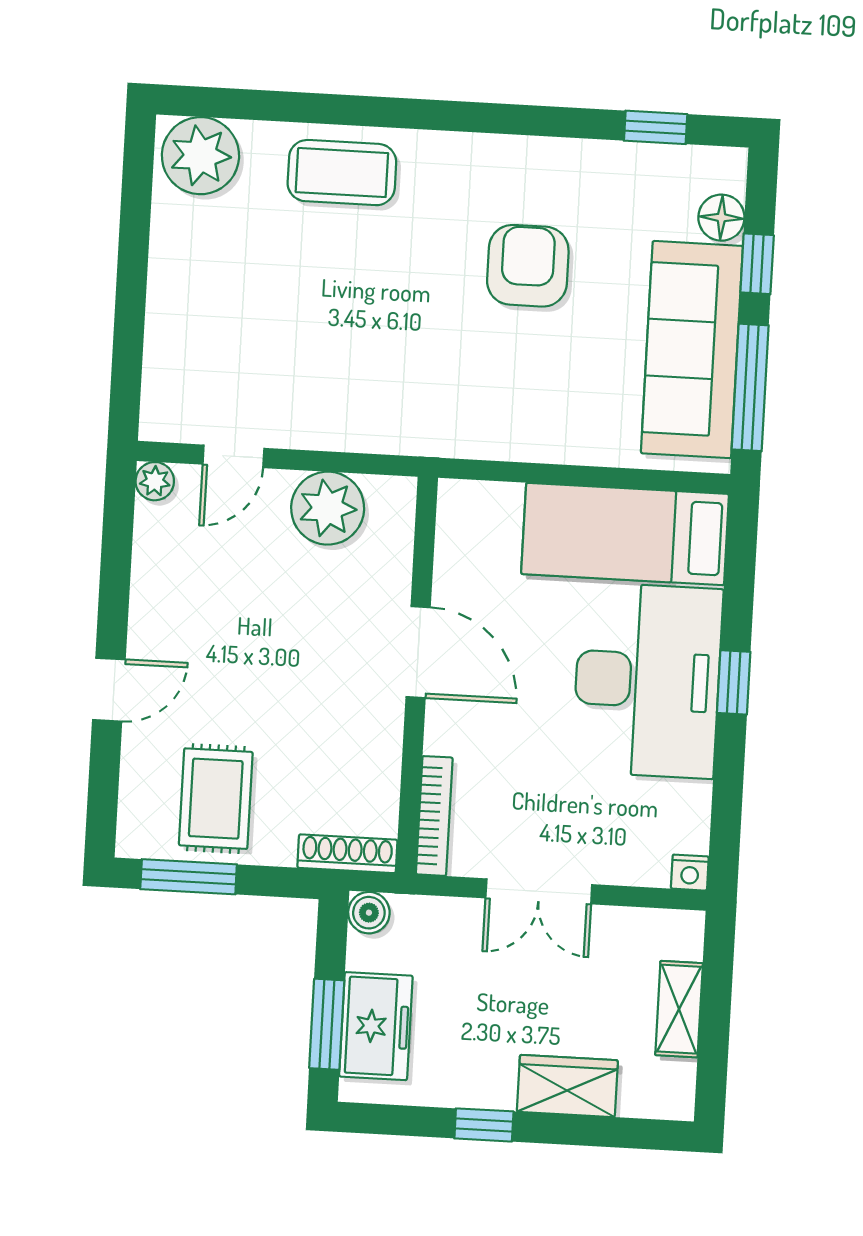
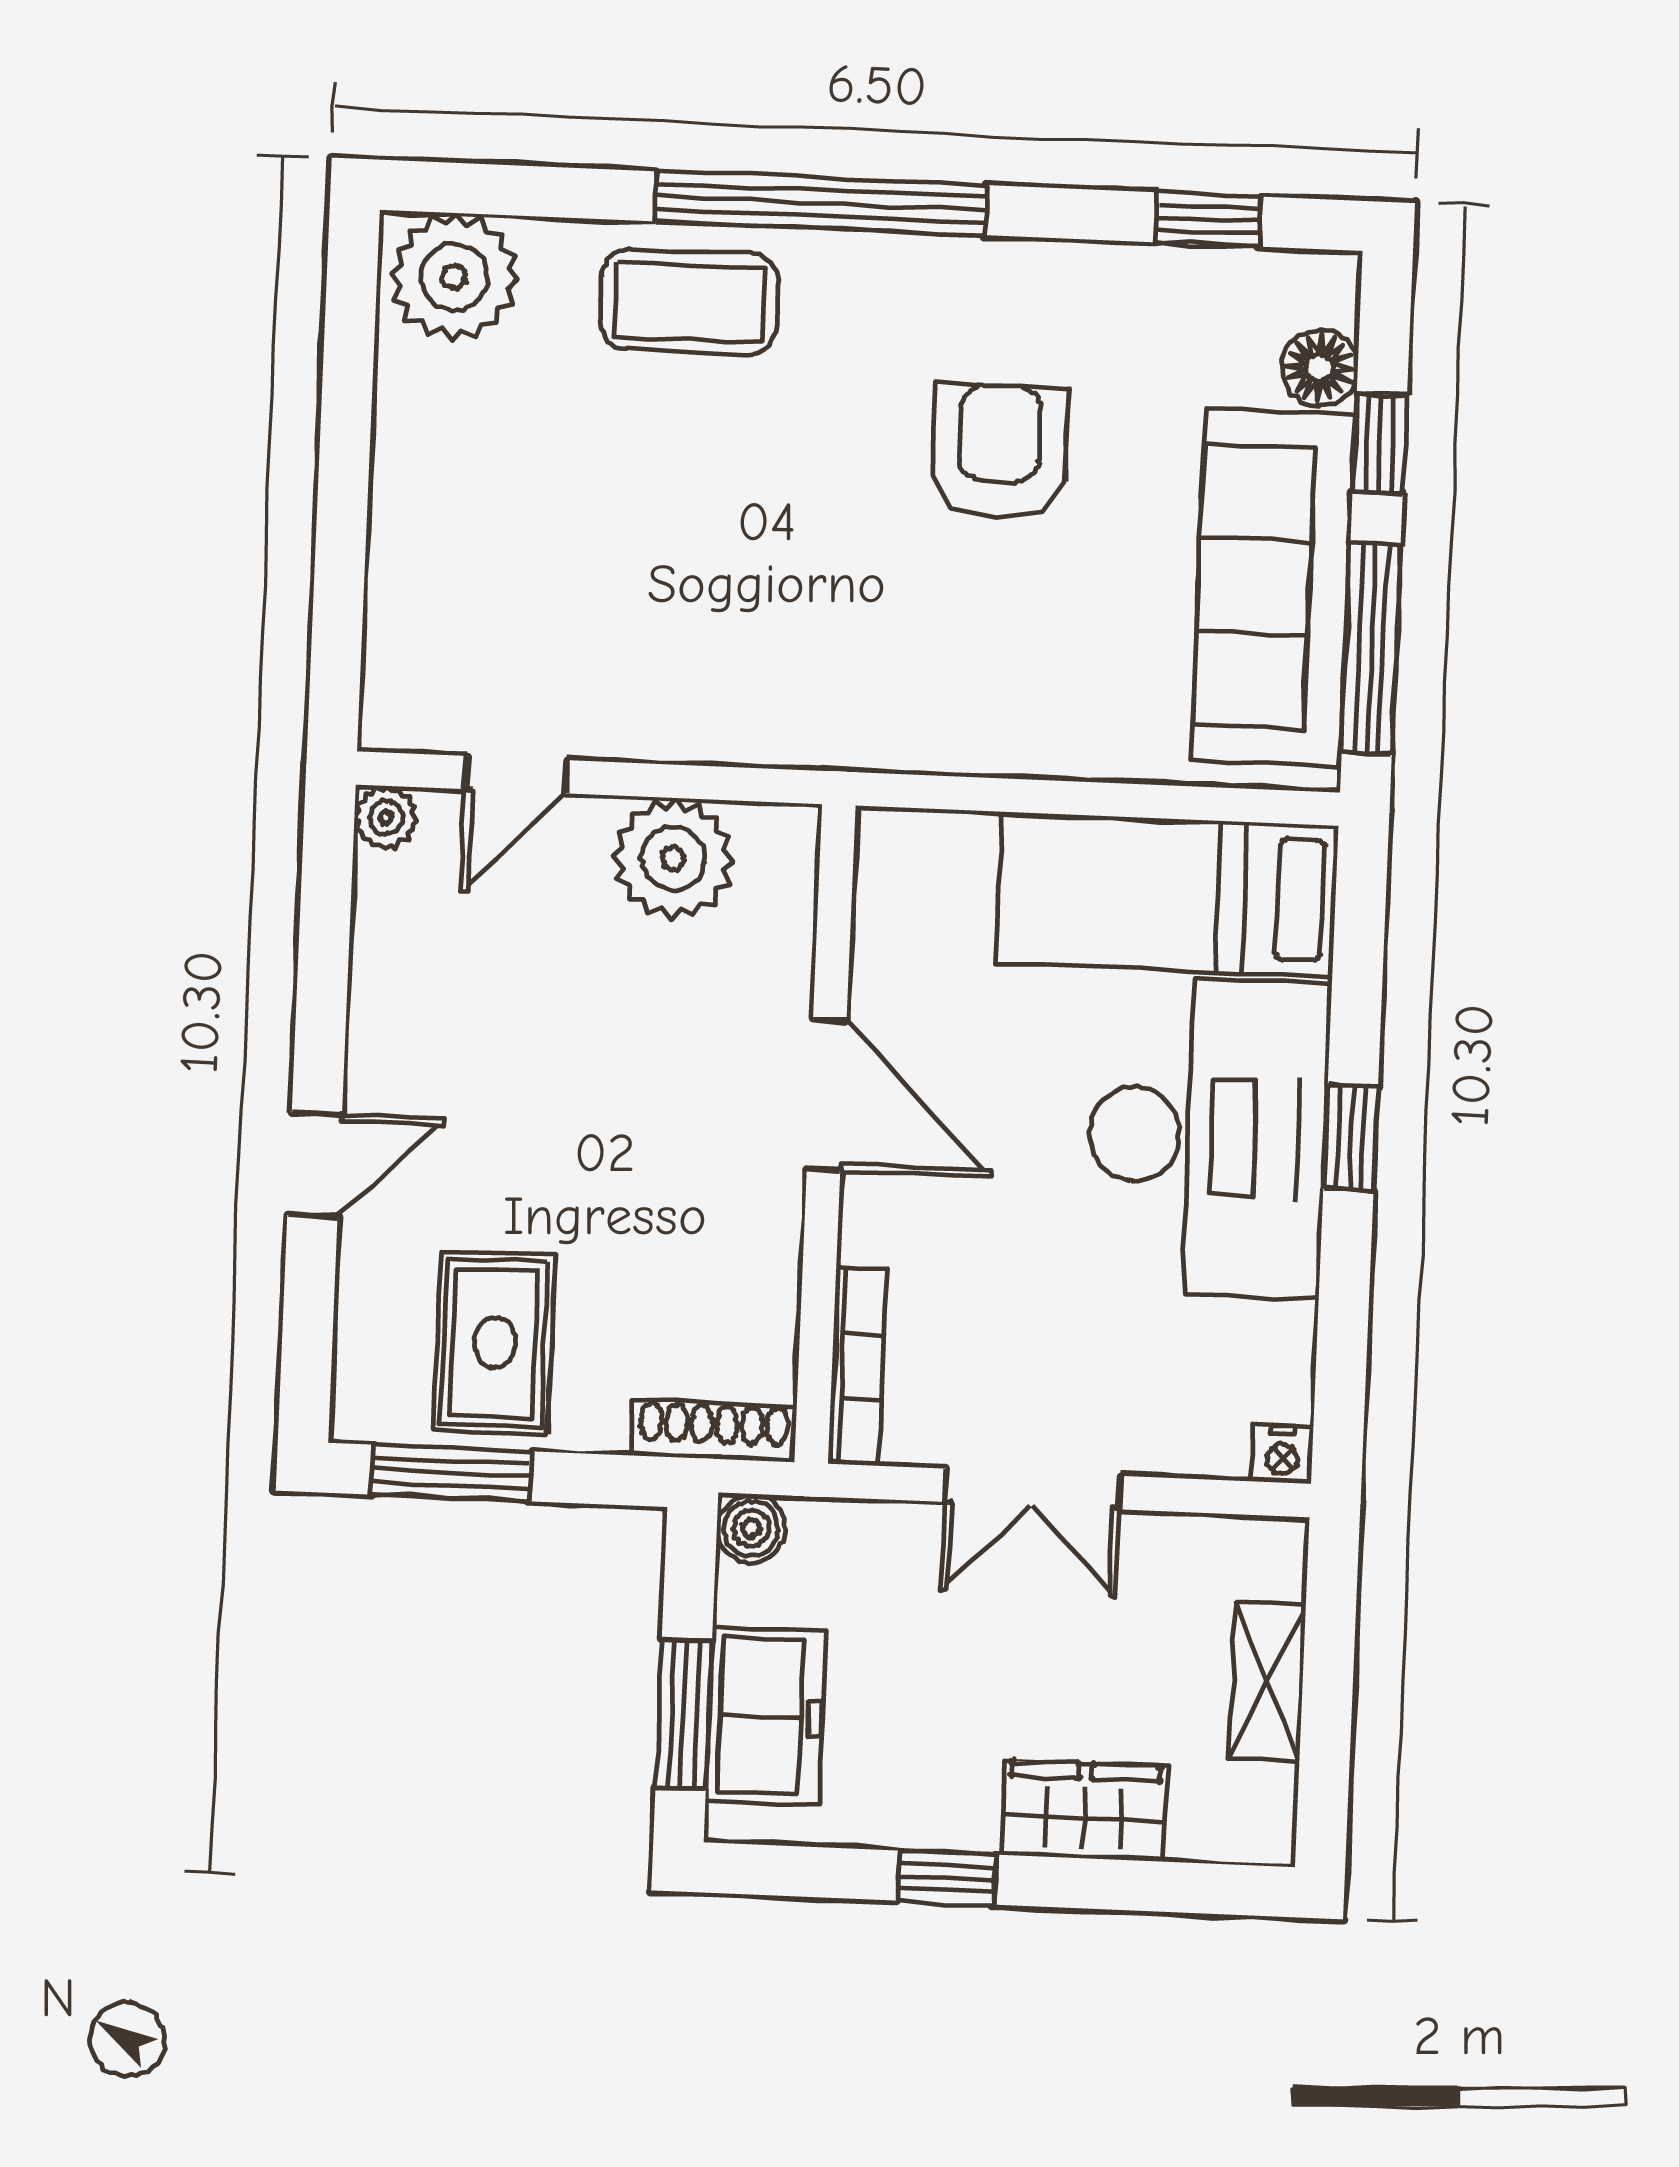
window: (422, 114) -> (821, 203), added

